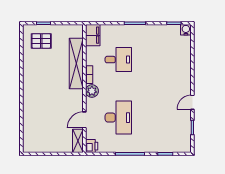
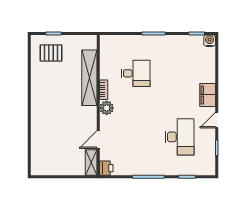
filing cabinet: (93, 35) -> (208, 95), moved, turned 180
desk: (118, 118) -> (180, 137), moved

